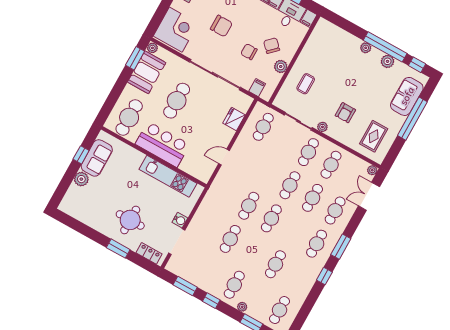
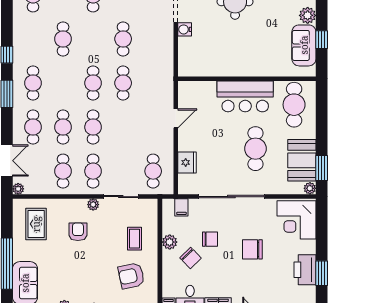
armchair: (324, 57) -> (131, 276), added
kitchen unit: (168, 176) -> (221, 67), removed

